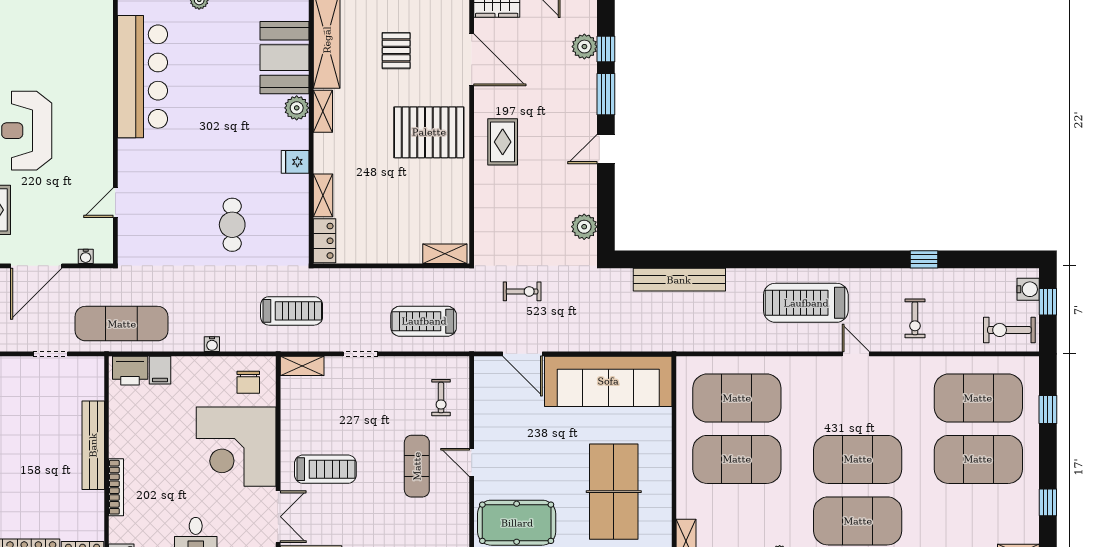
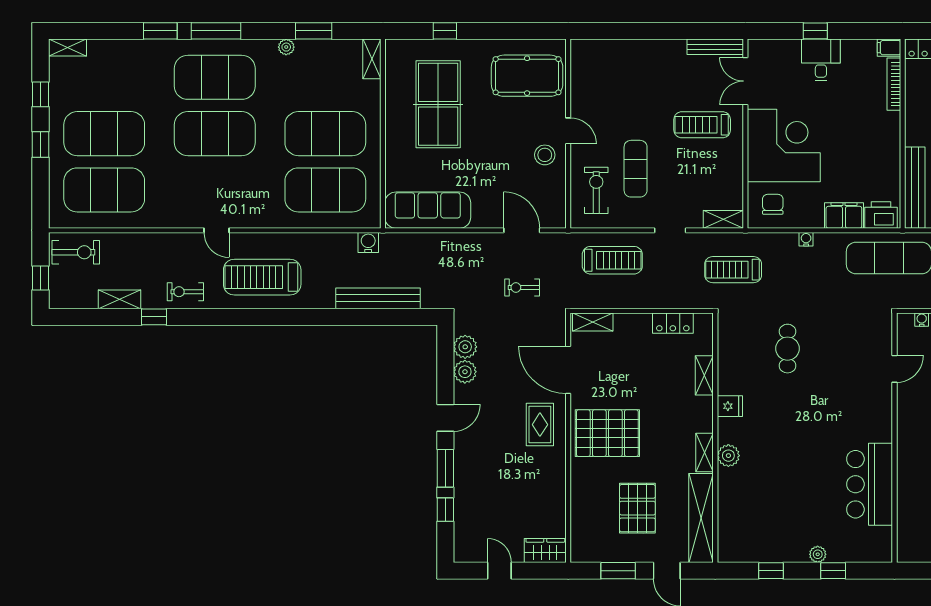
plant: (584, 47) -> (465, 372), moved
pallet: (396, 51) -> (637, 508), width x1.50, depth x1.42
booth: (285, 58) -> (740, 502), removed
door: (472, 60) -> (568, 370), moved
bar counter: (142, 77) -> (870, 484), width x0.73
locker: (324, 241) -> (673, 323), moved, turned -90
shelving: (962, 278) -> (119, 299), added
water cooler: (1028, 289) -> (368, 242), moved, turned 90
treadmill: (806, 303) -> (262, 277), turned 180
exercise bike: (915, 318) -> (185, 292), moved, turned -90
filing cabinet: (160, 370) -> (844, 215), width x2.00
sofa: (608, 381) -> (428, 210), width x0.74, depth x0.79
exercise bike: (441, 398) -> (596, 190), width x1.38, depth x1.39
window: (1048, 409) -> (41, 145), moved
stool: (497, 436) -> (545, 155), added
bench: (93, 445) -> (915, 188), moved
exercise mat: (417, 466) -> (636, 169), moved
bookcase: (116, 487) -> (894, 84), moved

